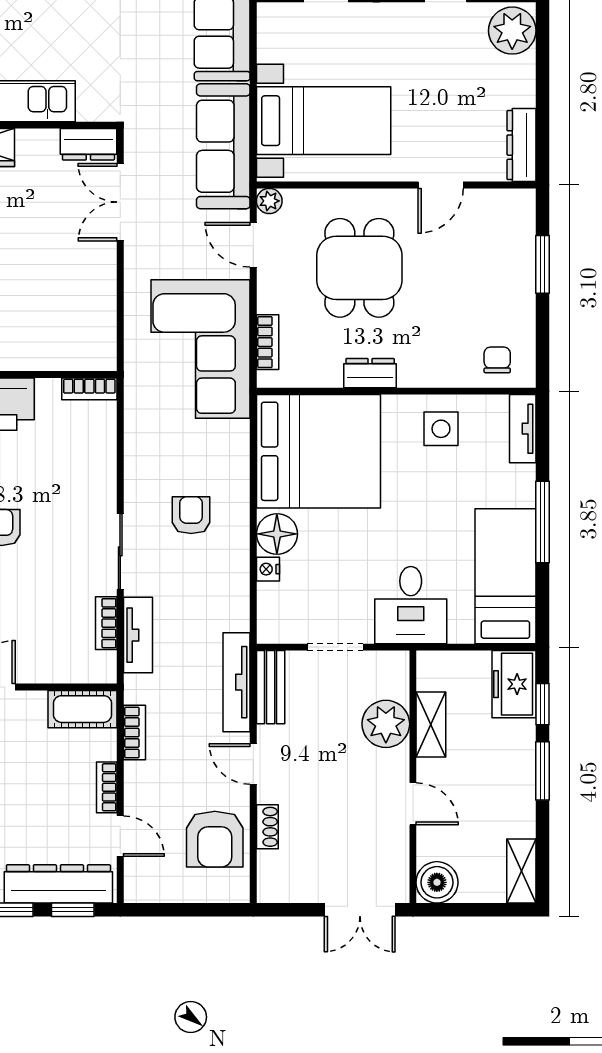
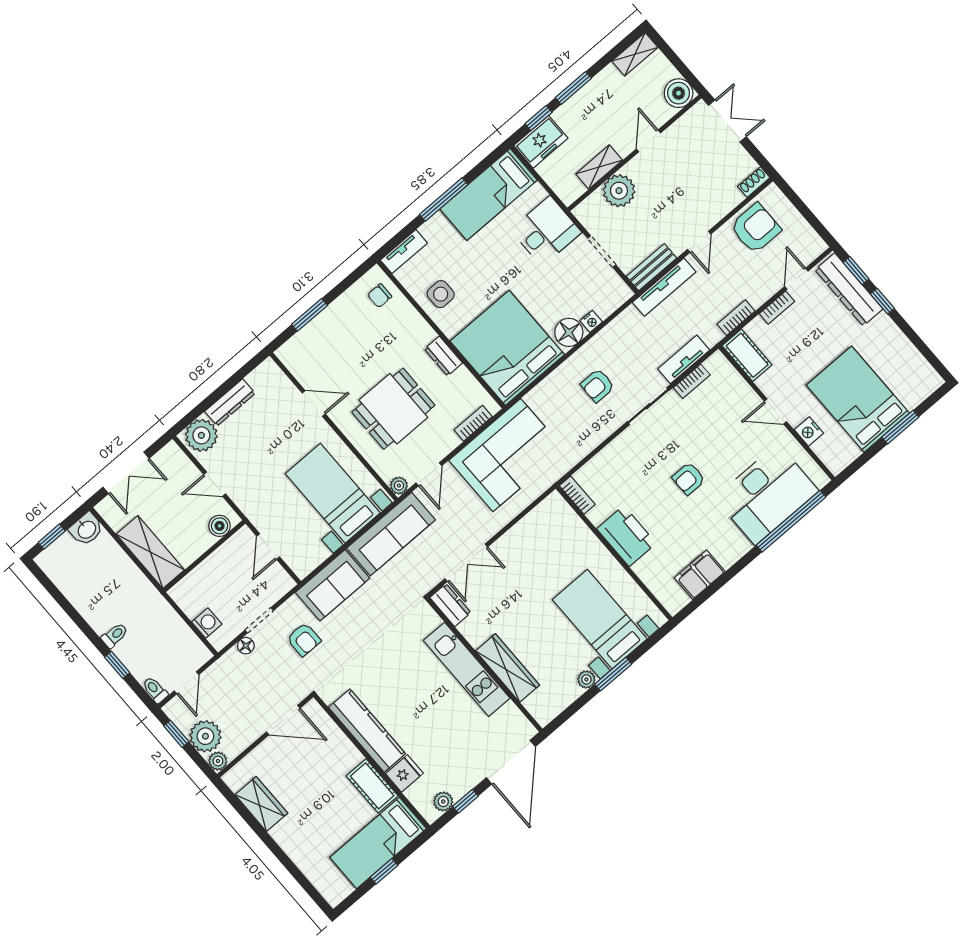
dresser: (522, 145) -> (230, 402), moved
shoe rack: (267, 827) -> (754, 182), moved

